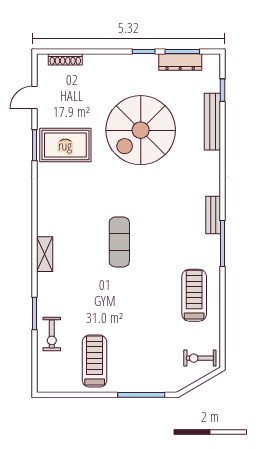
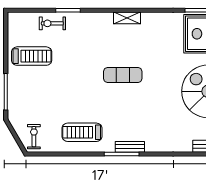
bench: (213, 215) -> (130, 147), moved
shelving: (45, 254) -> (127, 18), moved
treadmill: (194, 295) -> (82, 132), turned 180

